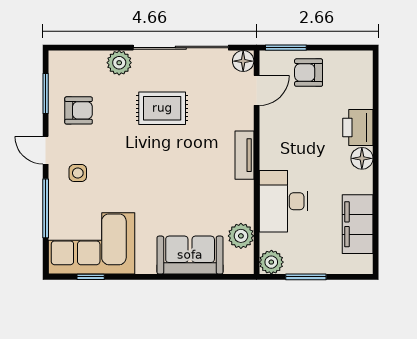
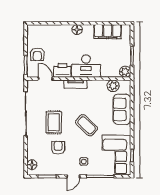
floor lamp: (243, 61) -> (32, 165), moved
plant: (119, 63) -> (33, 142), removed
armchair: (79, 110) -> (58, 148), moved
printer: (358, 127) -> (62, 70), moved, turned 180
coffee table: (156, 179) -> (87, 125), added
desk: (284, 201) -> (86, 66), moved

